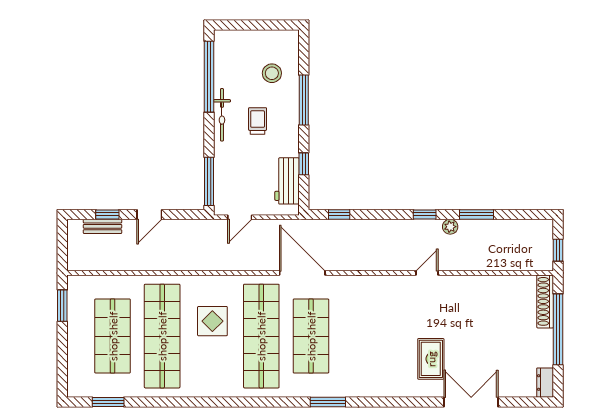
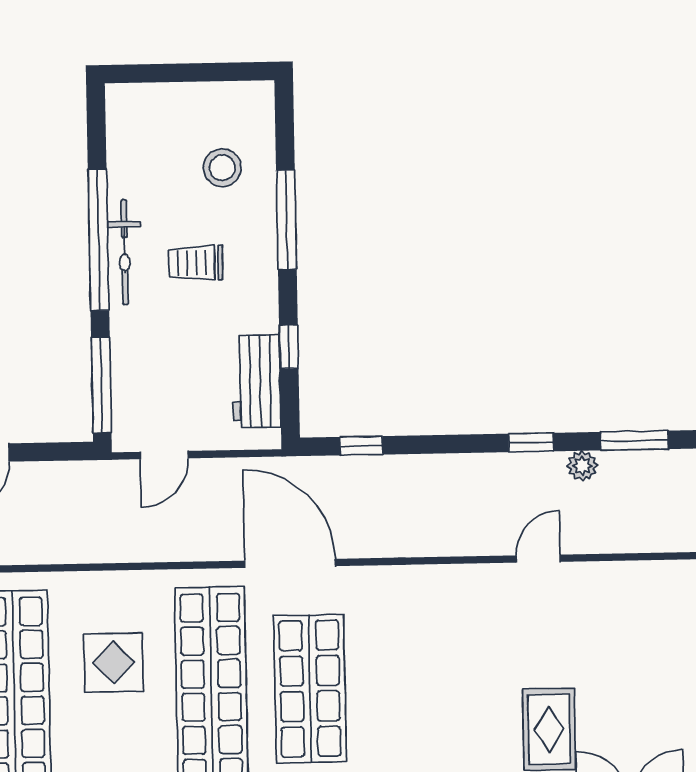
window: (209, 77) -> (99, 240), moved
trolley: (258, 121) -> (196, 263), turned -90

